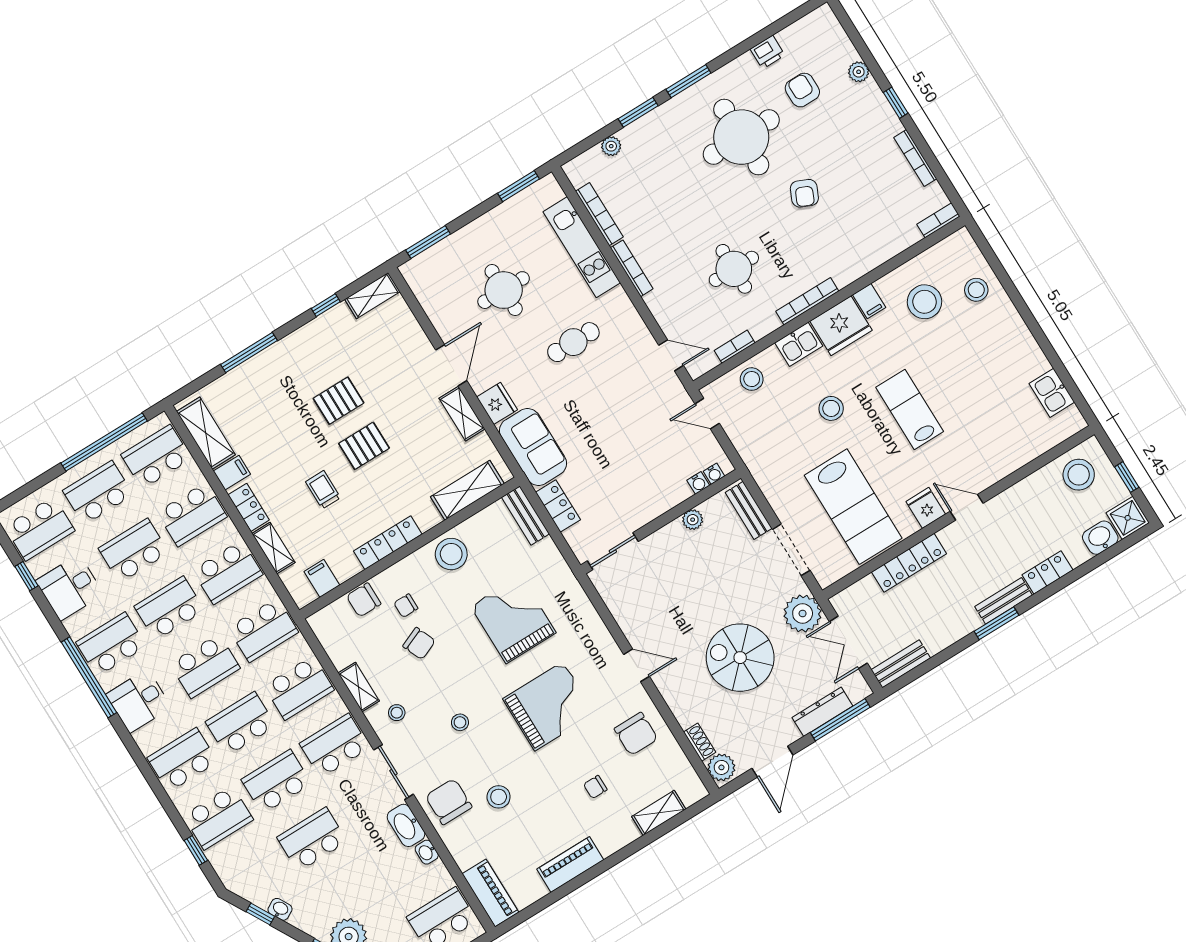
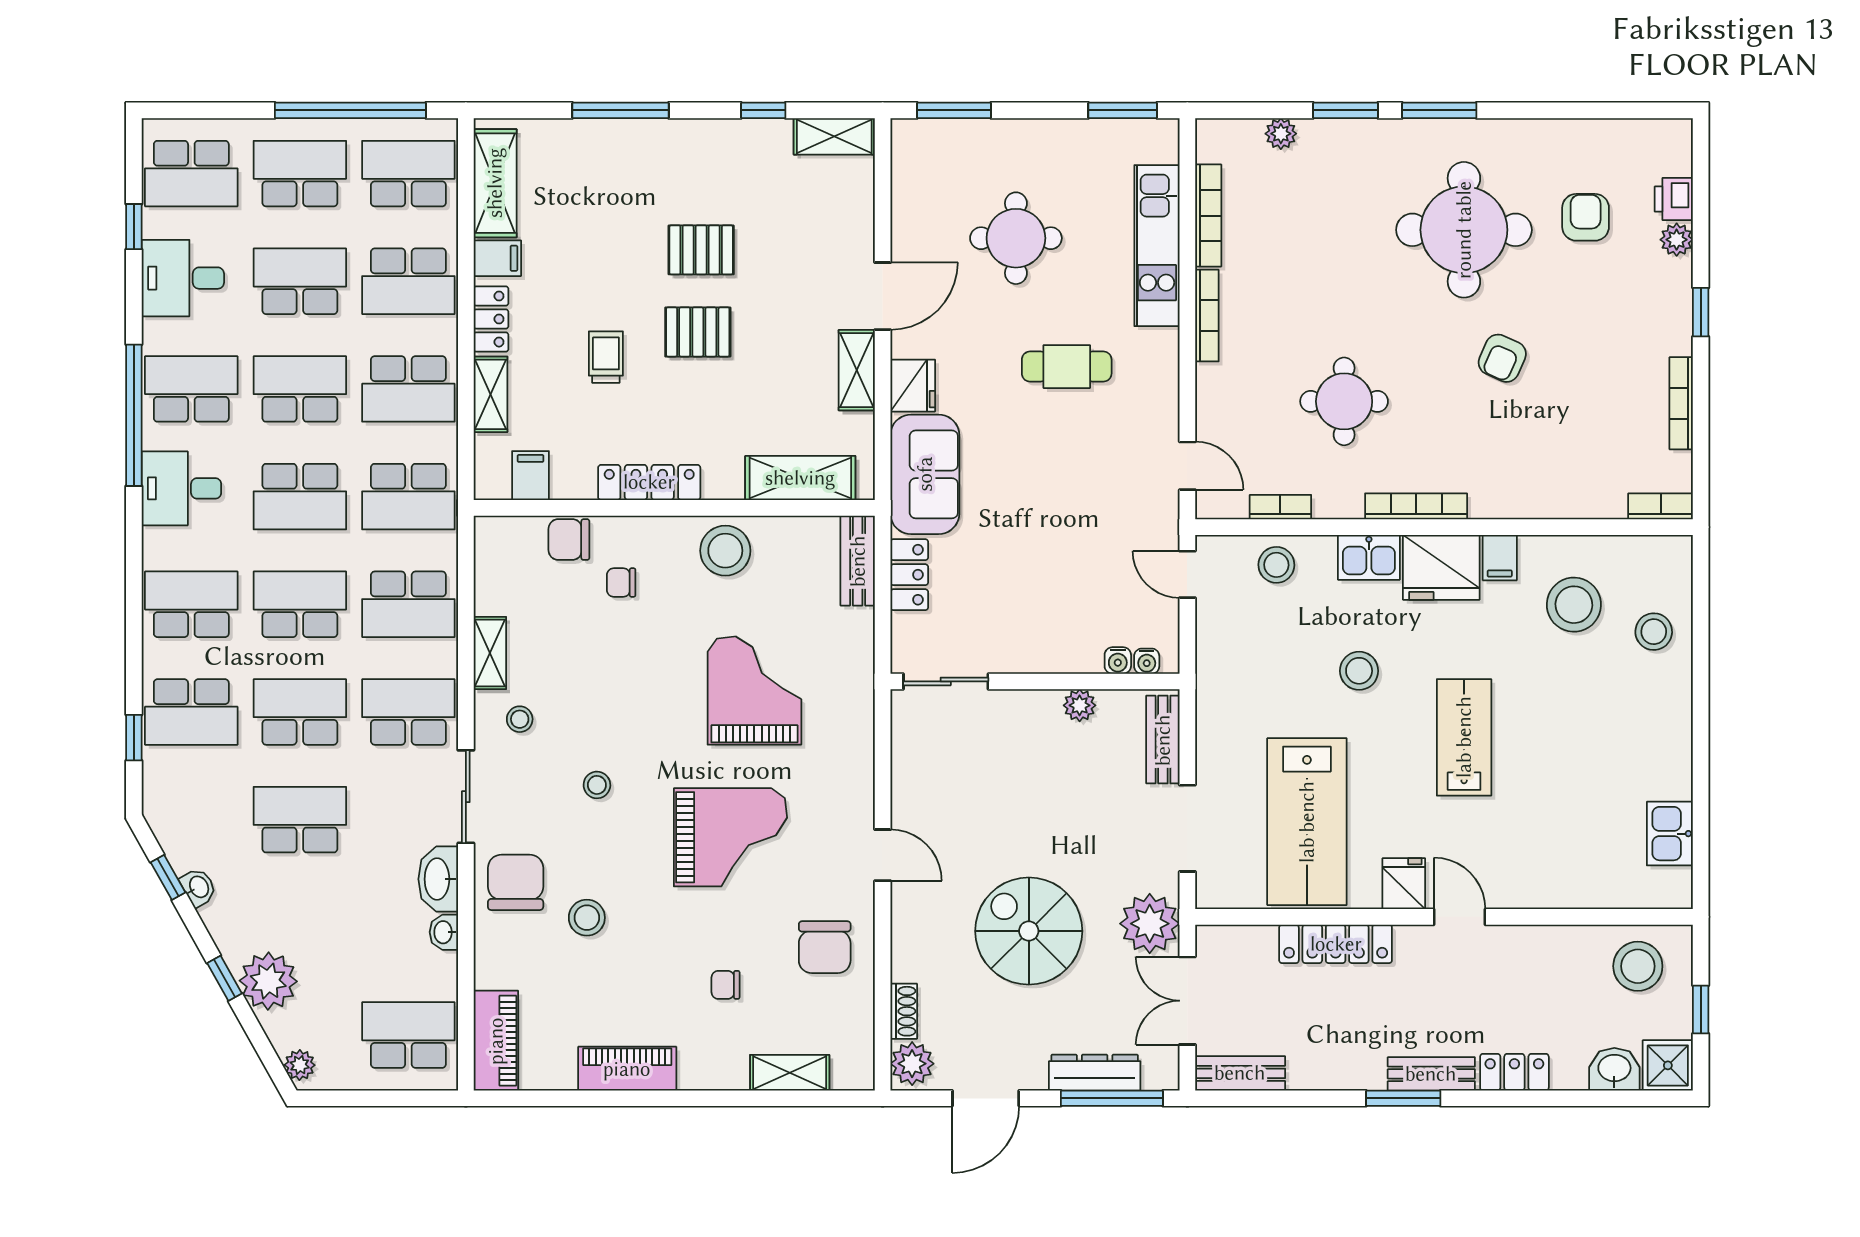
printer: (768, 52) -> (1674, 199), moved, turned 90
chair: (419, 643) -> (607, 644), removed

